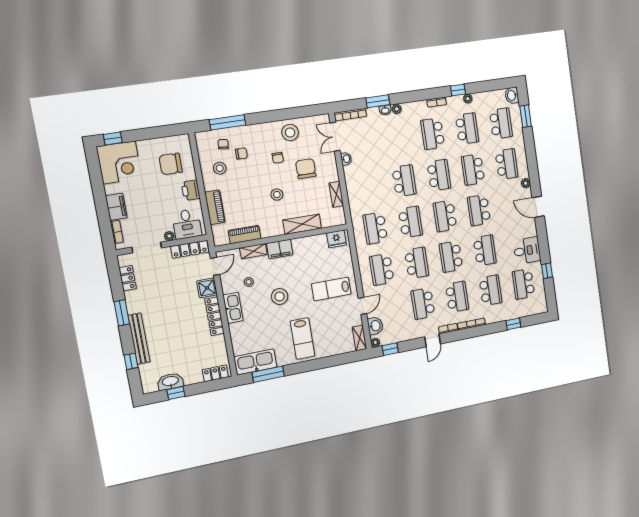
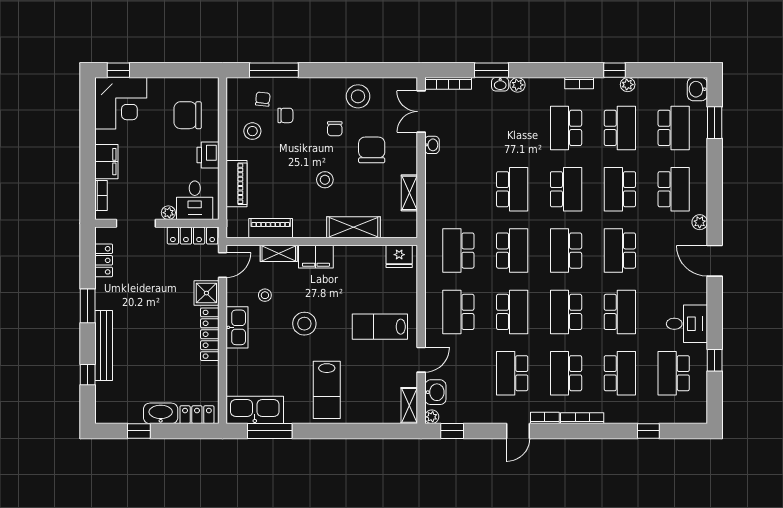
school desk: (457, 297) -> (566, 373), turned 180
washbasin: (170, 382) -> (161, 413), moved

